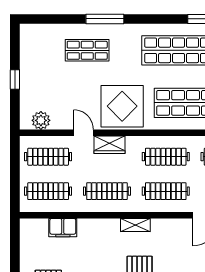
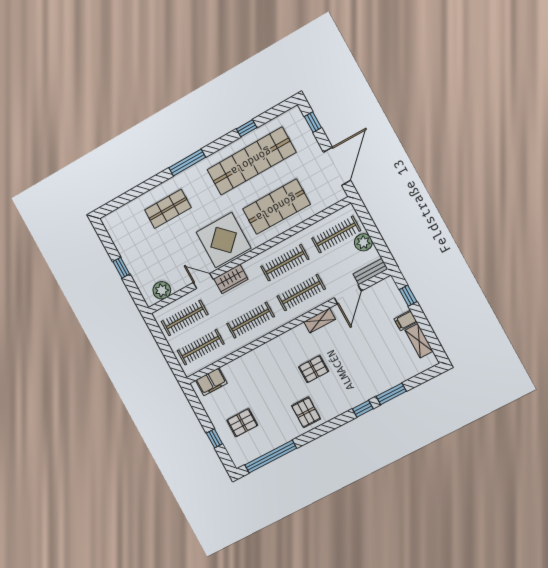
window: (105, 19) -> (187, 162), moved
shelving: (135, 225) -> (320, 321), moved
filing cabinet: (63, 228) -> (211, 382), moved

